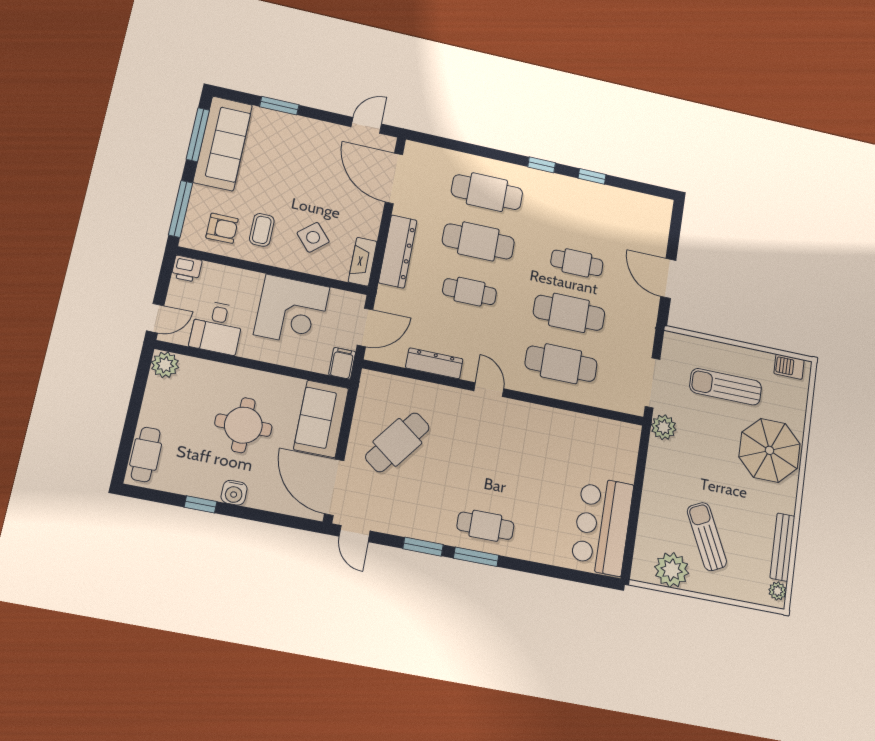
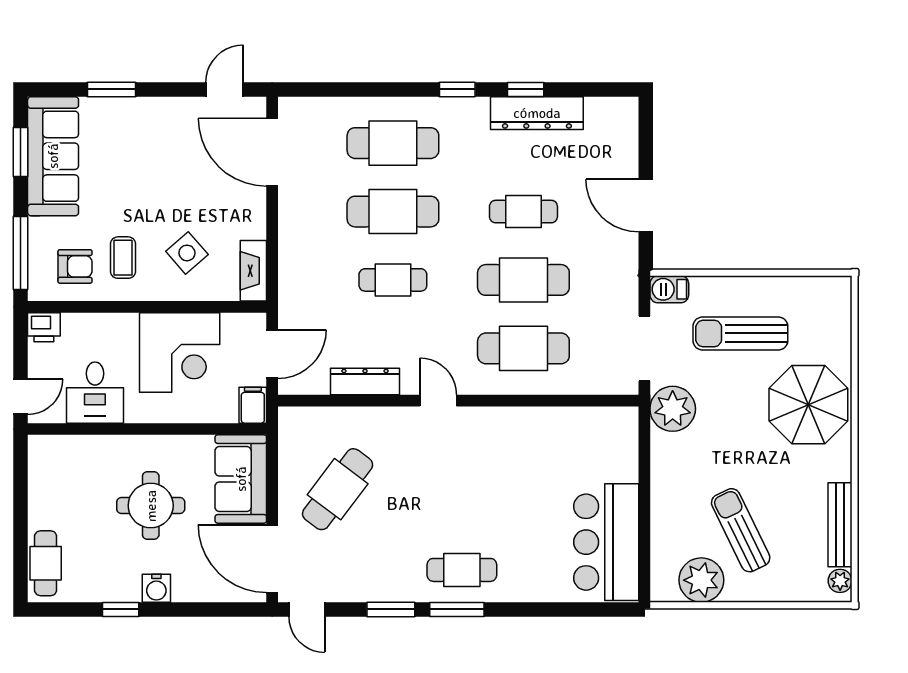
window: (198, 135) -> (21, 152), width x0.69
dresser: (398, 251) -> (537, 113), moved, turned 90
plant: (165, 365) -> (44, 451), removed
barbecue: (789, 367) -> (669, 289), moved
plant: (664, 427) -> (673, 409), width x1.36, depth x1.36

